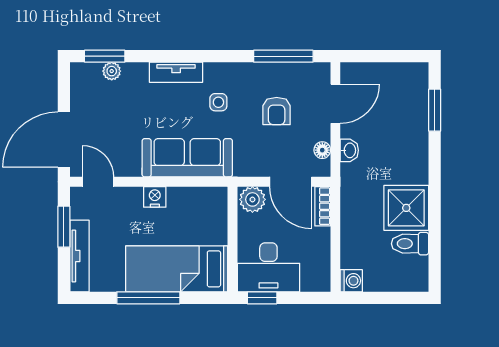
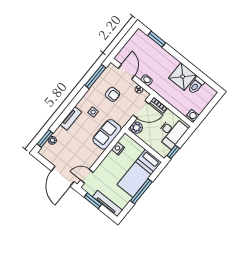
sofa: (187, 158) -> (107, 134), width x0.73
nightstand: (155, 197) -> (118, 148), moved
desk: (268, 267) -> (172, 132), moved

